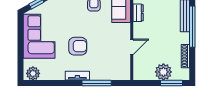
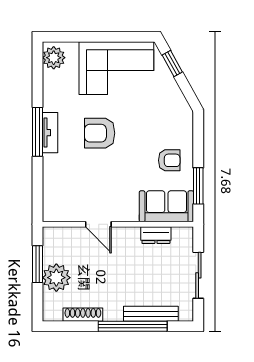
armchair: (78, 46) -> (100, 133), turned 90
window: (97, 83) -> (37, 132), moved
window: (172, 83) -> (37, 264), moved

